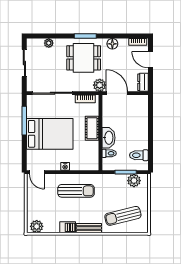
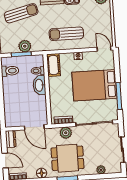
plant: (100, 85) -> (66, 133), moved
cot: (92, 128) -> (53, 65), moved
plant: (134, 181) -> (25, 46), moved

